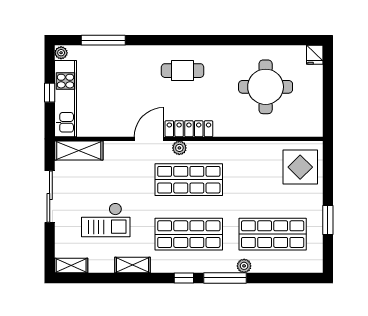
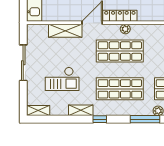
plant: (179, 148) -> (125, 29), moved
shelving: (79, 150) -> (65, 31), moved
window: (184, 278) -> (100, 119), moved

